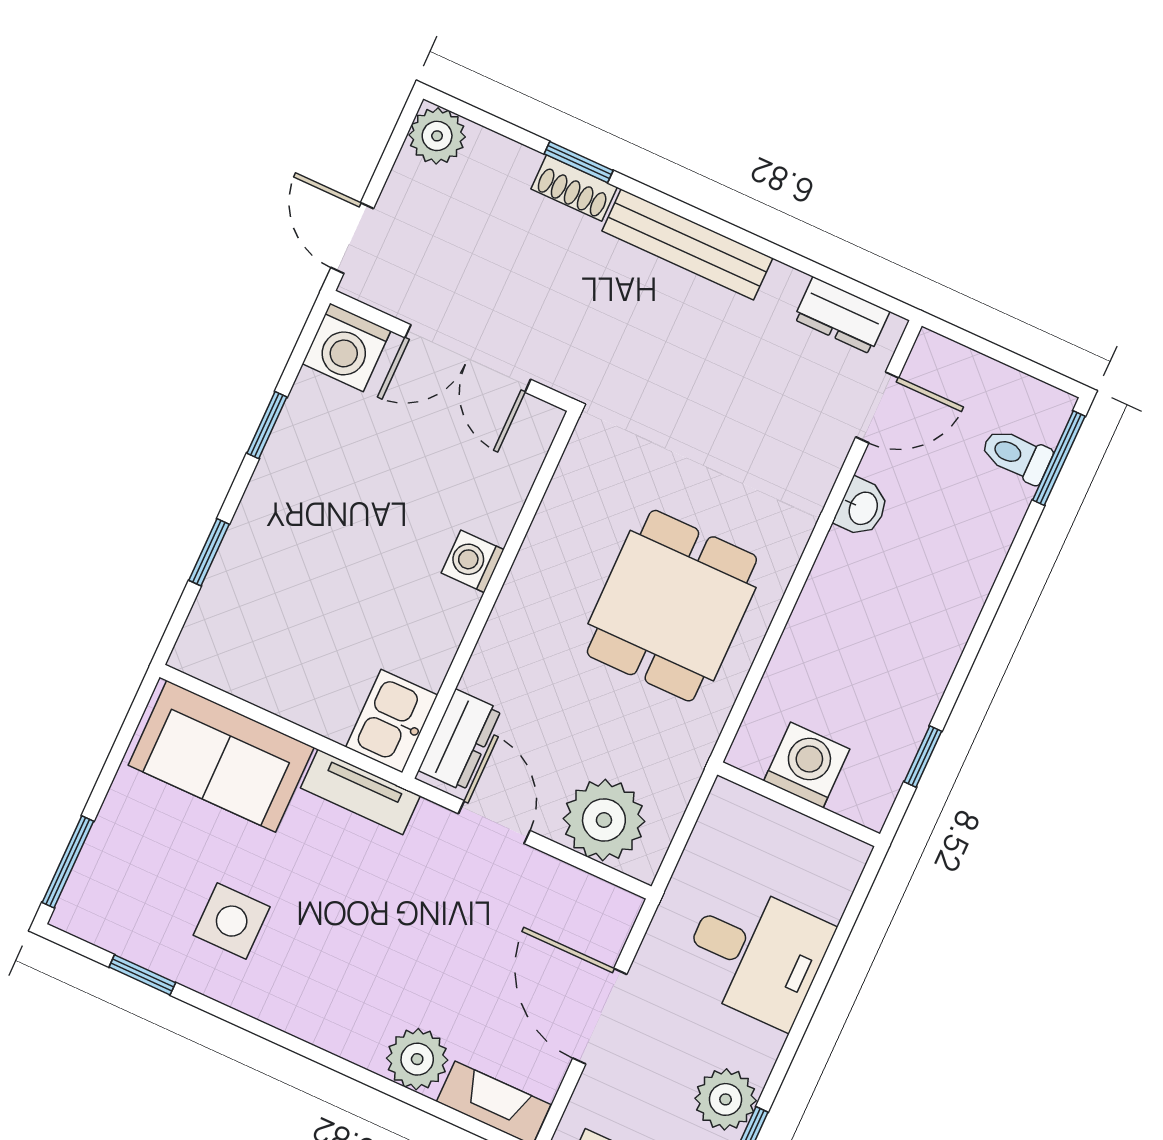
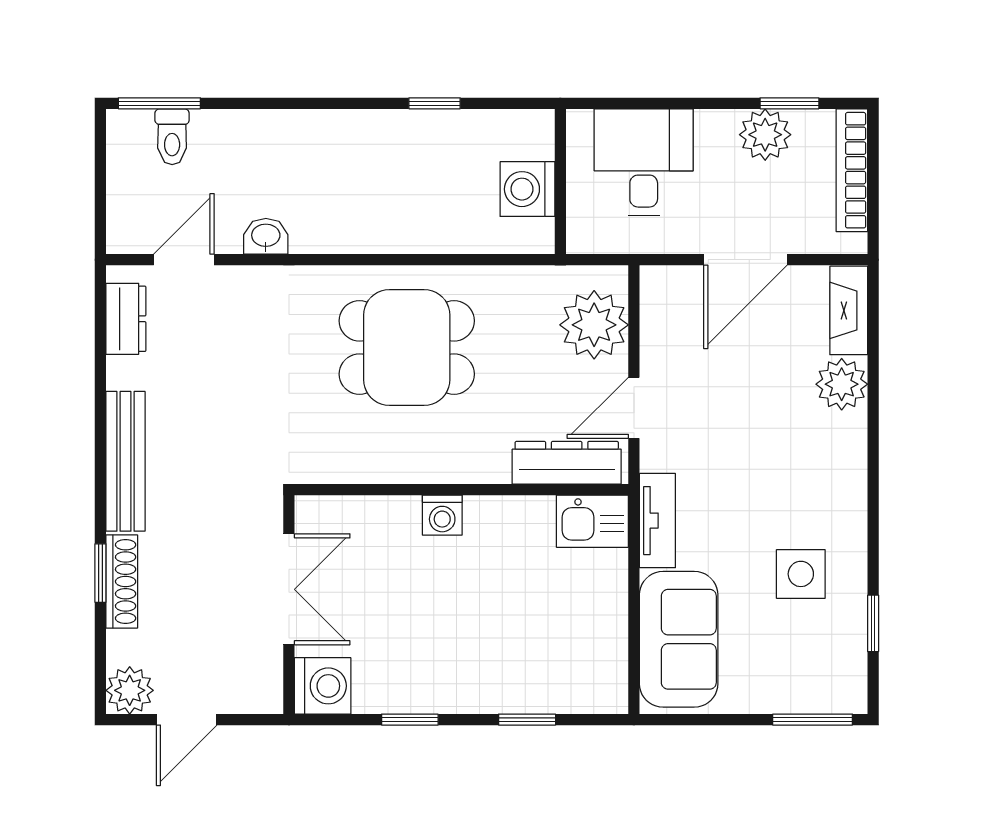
shoe rack: (574, 188) -> (122, 581), width x1.43
door: (352, 238) -> (187, 720), moved
door: (877, 407) -> (184, 260), hinge flipped
dresser: (460, 740) -> (567, 463), width x1.44
washing machine: (807, 765) -> (527, 189), moved
wall: (799, 804) -> (560, 182), moved

